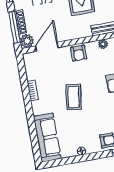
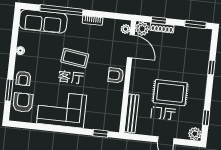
window: (14, 27) -> (159, 20), width x0.46
plant: (103, 44) -> (126, 29), moved
window: (32, 123) -> (61, 10), added

